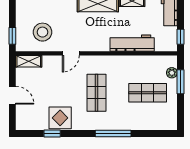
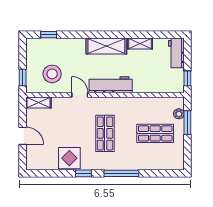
workbench: (132, 43) -> (111, 85), moved
door: (71, 53) -> (80, 95), swing flipped
window: (52, 133) -> (83, 173), moved

